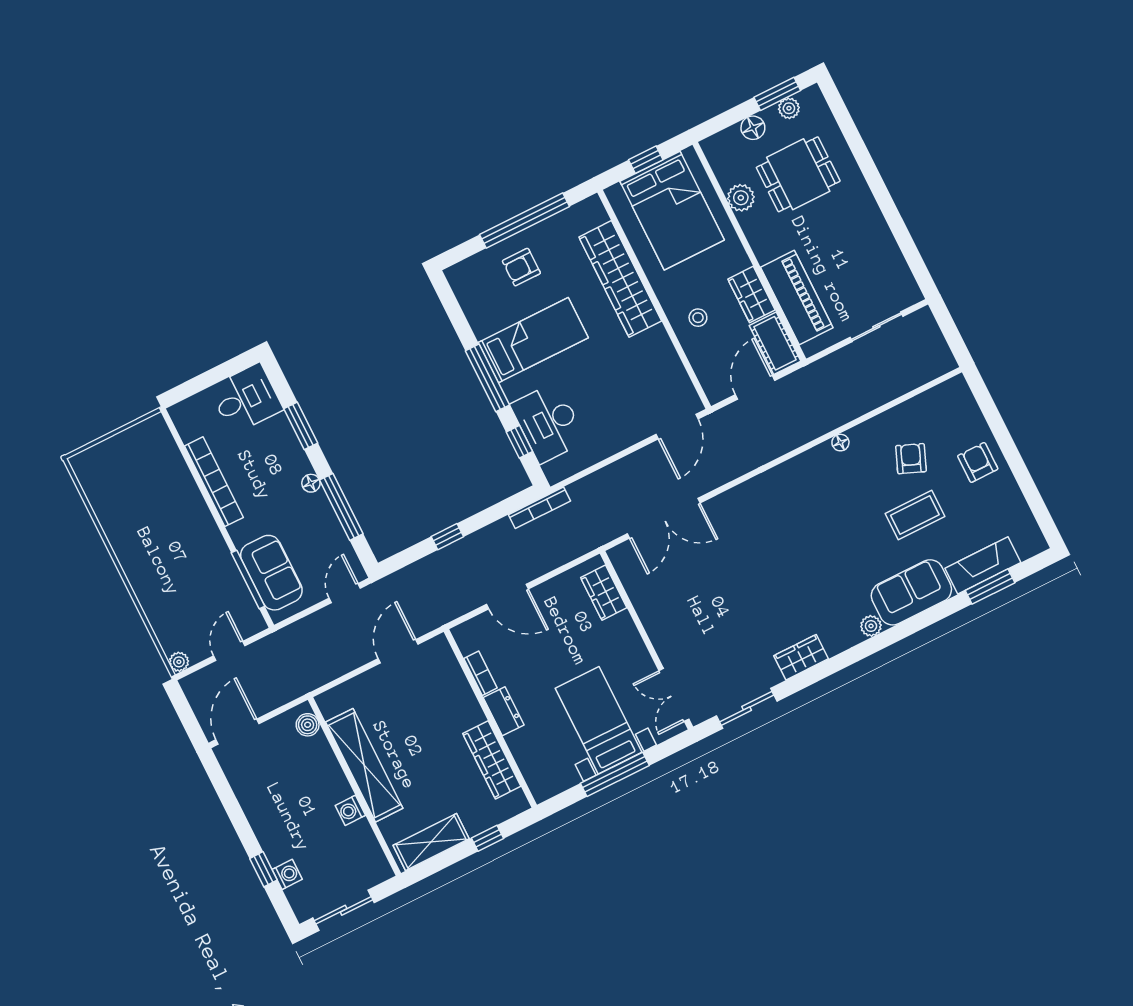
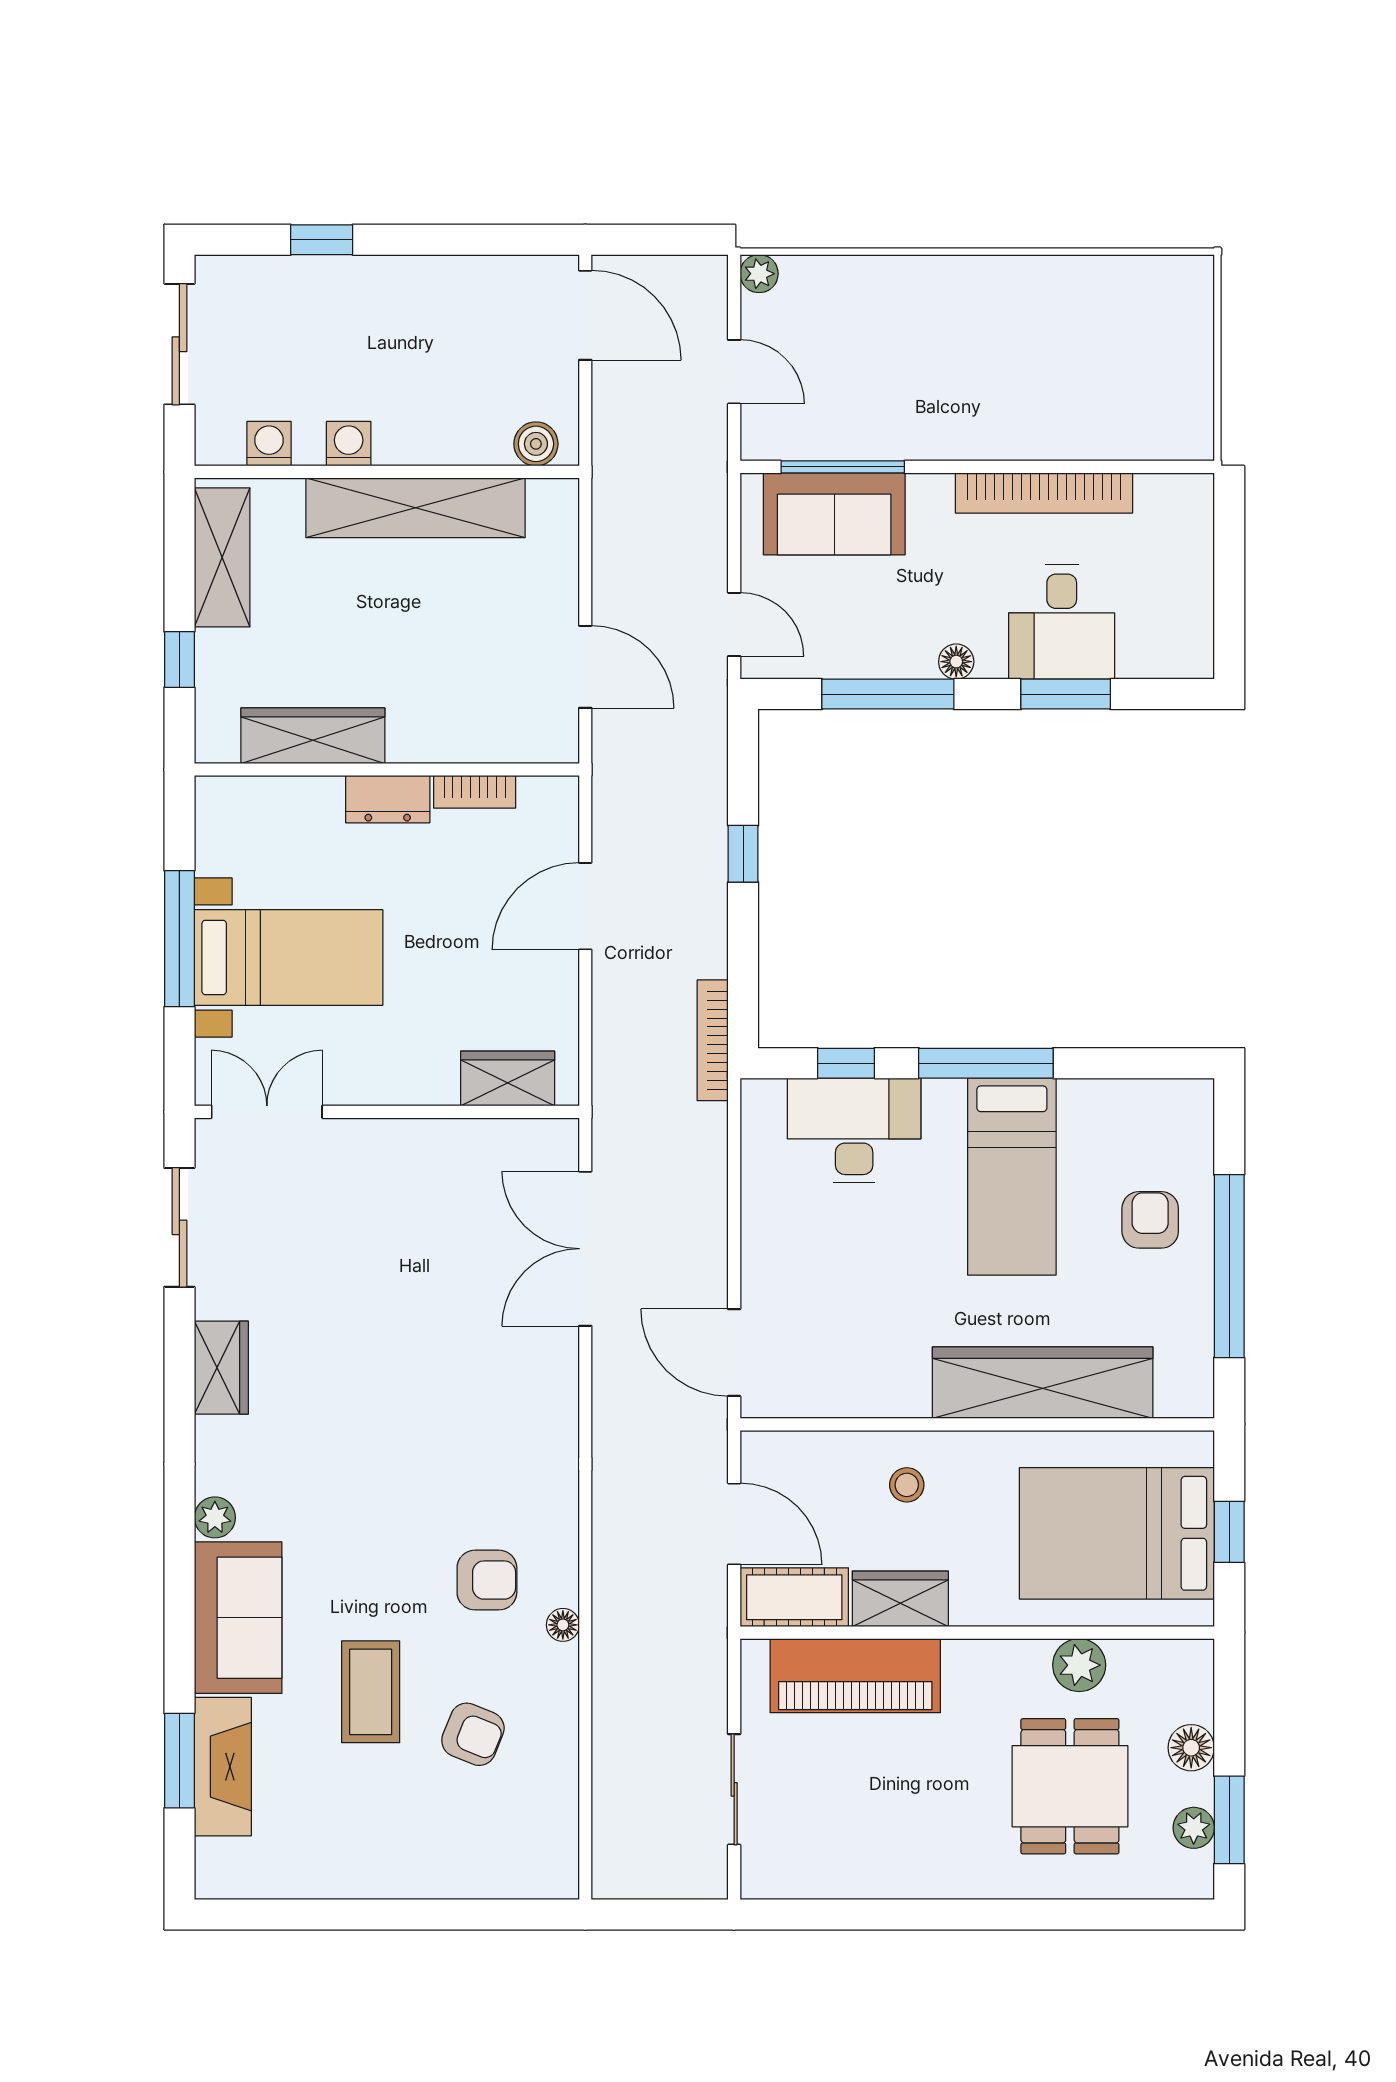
desk: (246, 399) -> (1062, 622), moved
armchair: (978, 462) -> (487, 1580), moved
washing machine: (287, 874) -> (269, 444), moved, turned 180

